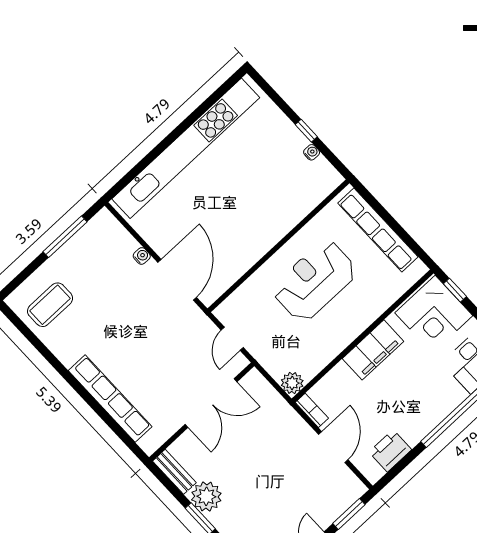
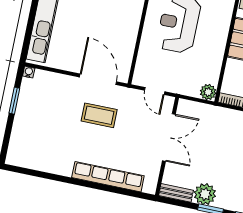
window: (65, 237) -> (14, 101), width x0.69
water cooler: (142, 256) -> (29, 72), moved
coffee table: (50, 305) -> (99, 115), moved, turned 90

